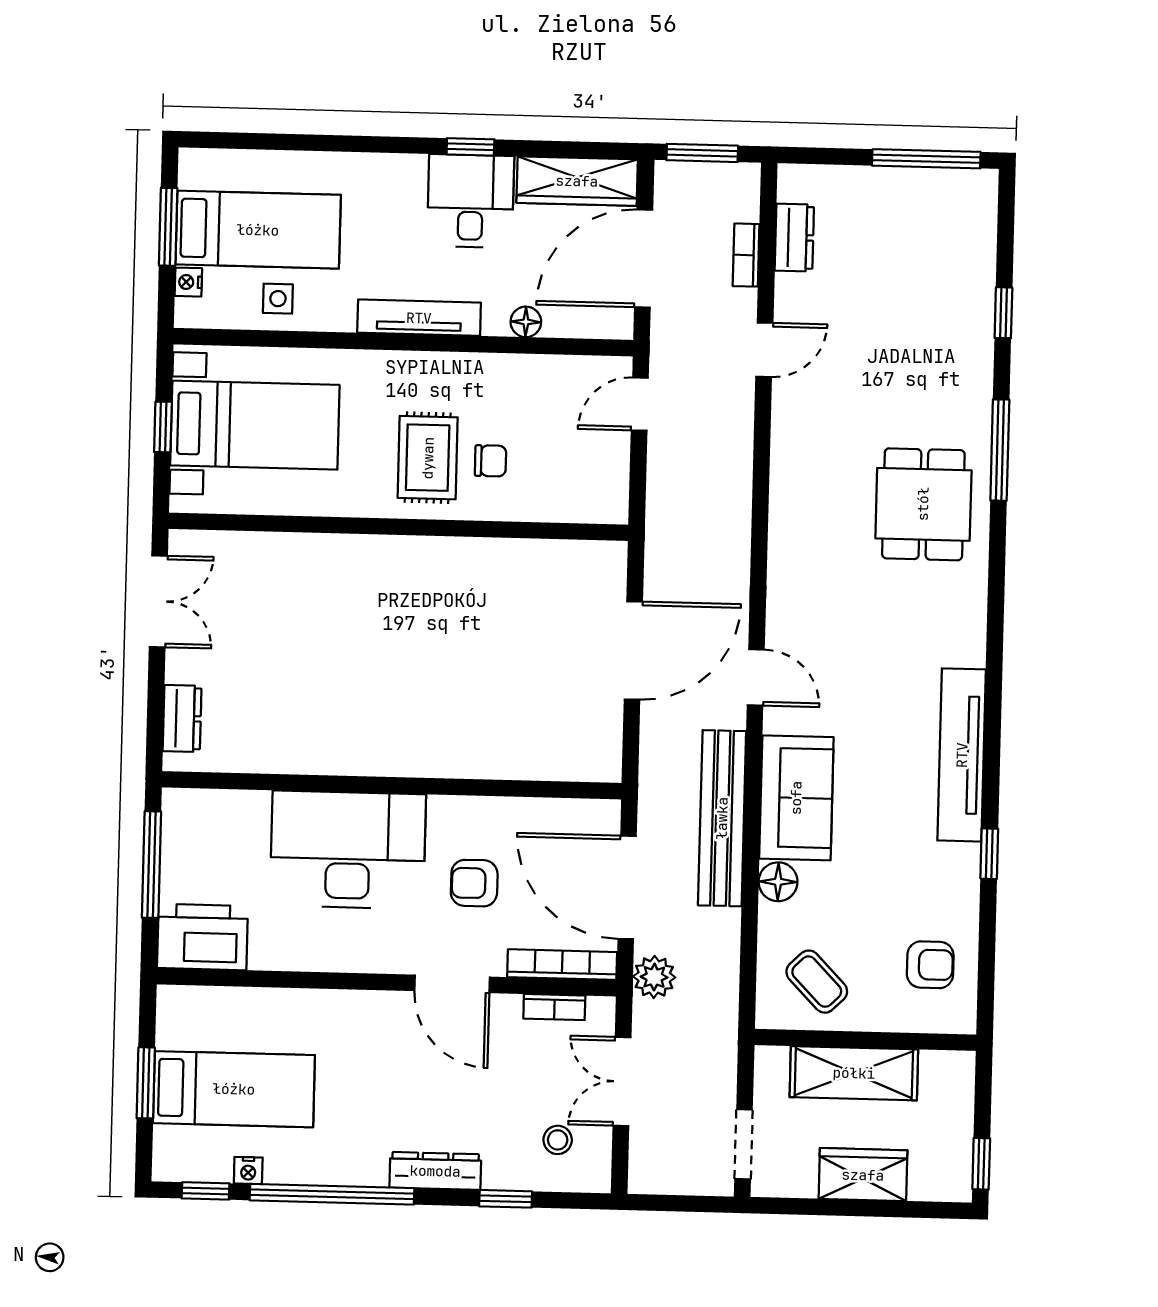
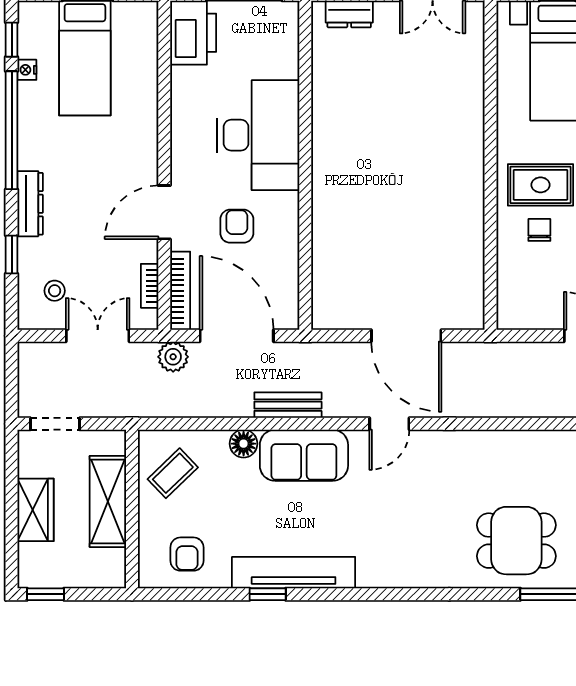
chair: (491, 461) -> (539, 230), turned 180
tv unit: (962, 755) -> (294, 573), moved
bench: (722, 818) -> (288, 405), width x0.54, depth x0.82
door: (627, 887) -> (237, 336), hinge flipped

